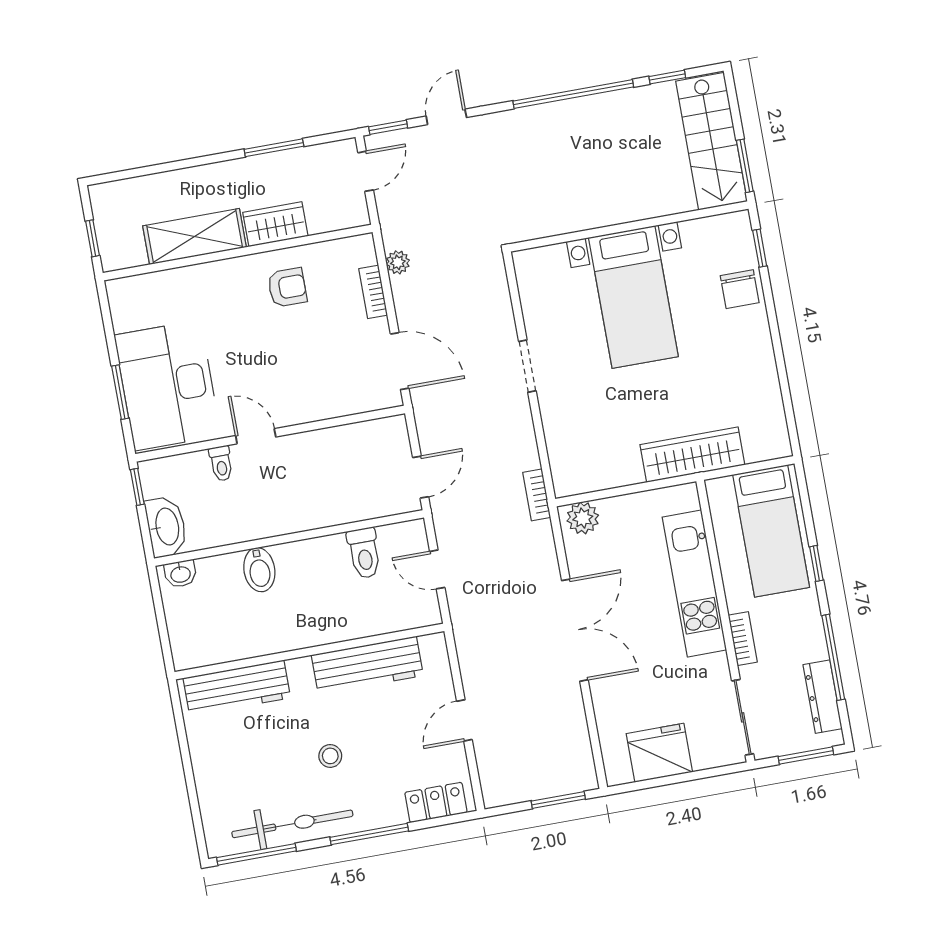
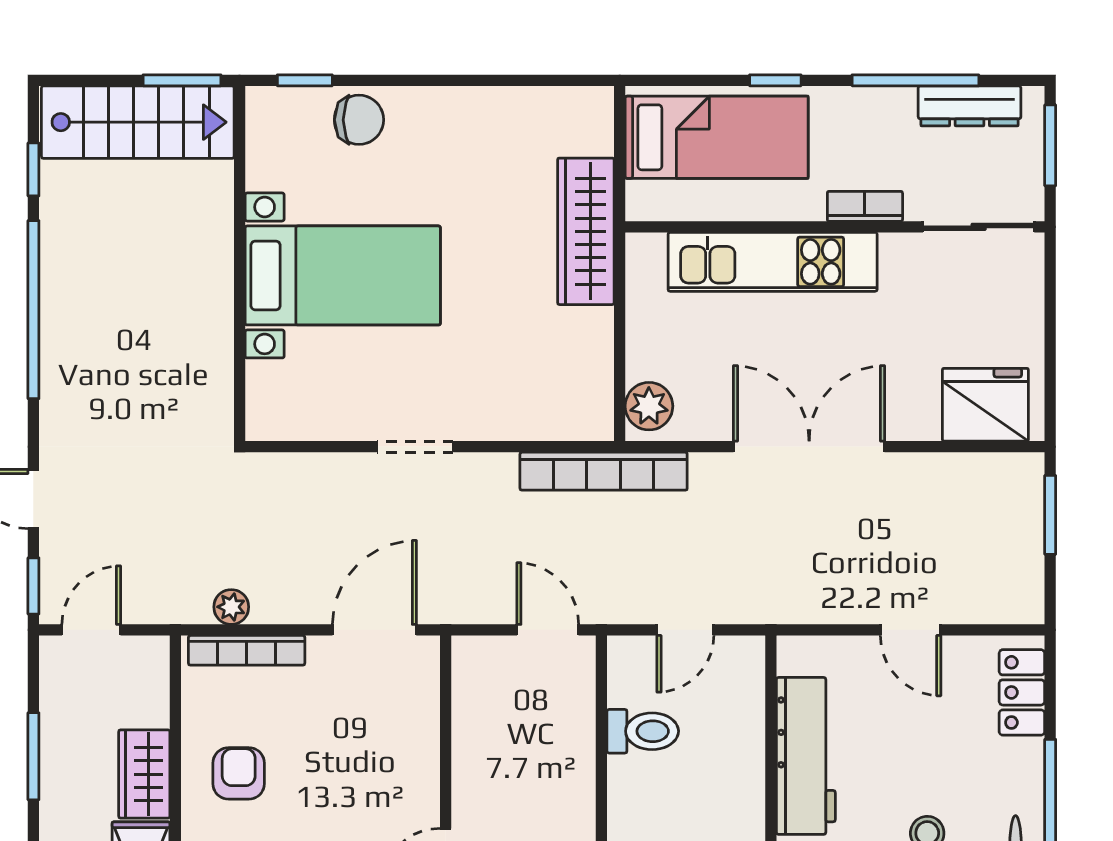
door: (366, 171) -> (91, 630), hinge flipped
bookcase: (373, 292) -> (247, 650), width x1.56
bookcase: (537, 495) -> (604, 471), width x2.31, depth x1.31
fridge: (659, 753) -> (985, 405), moved, turned 90

